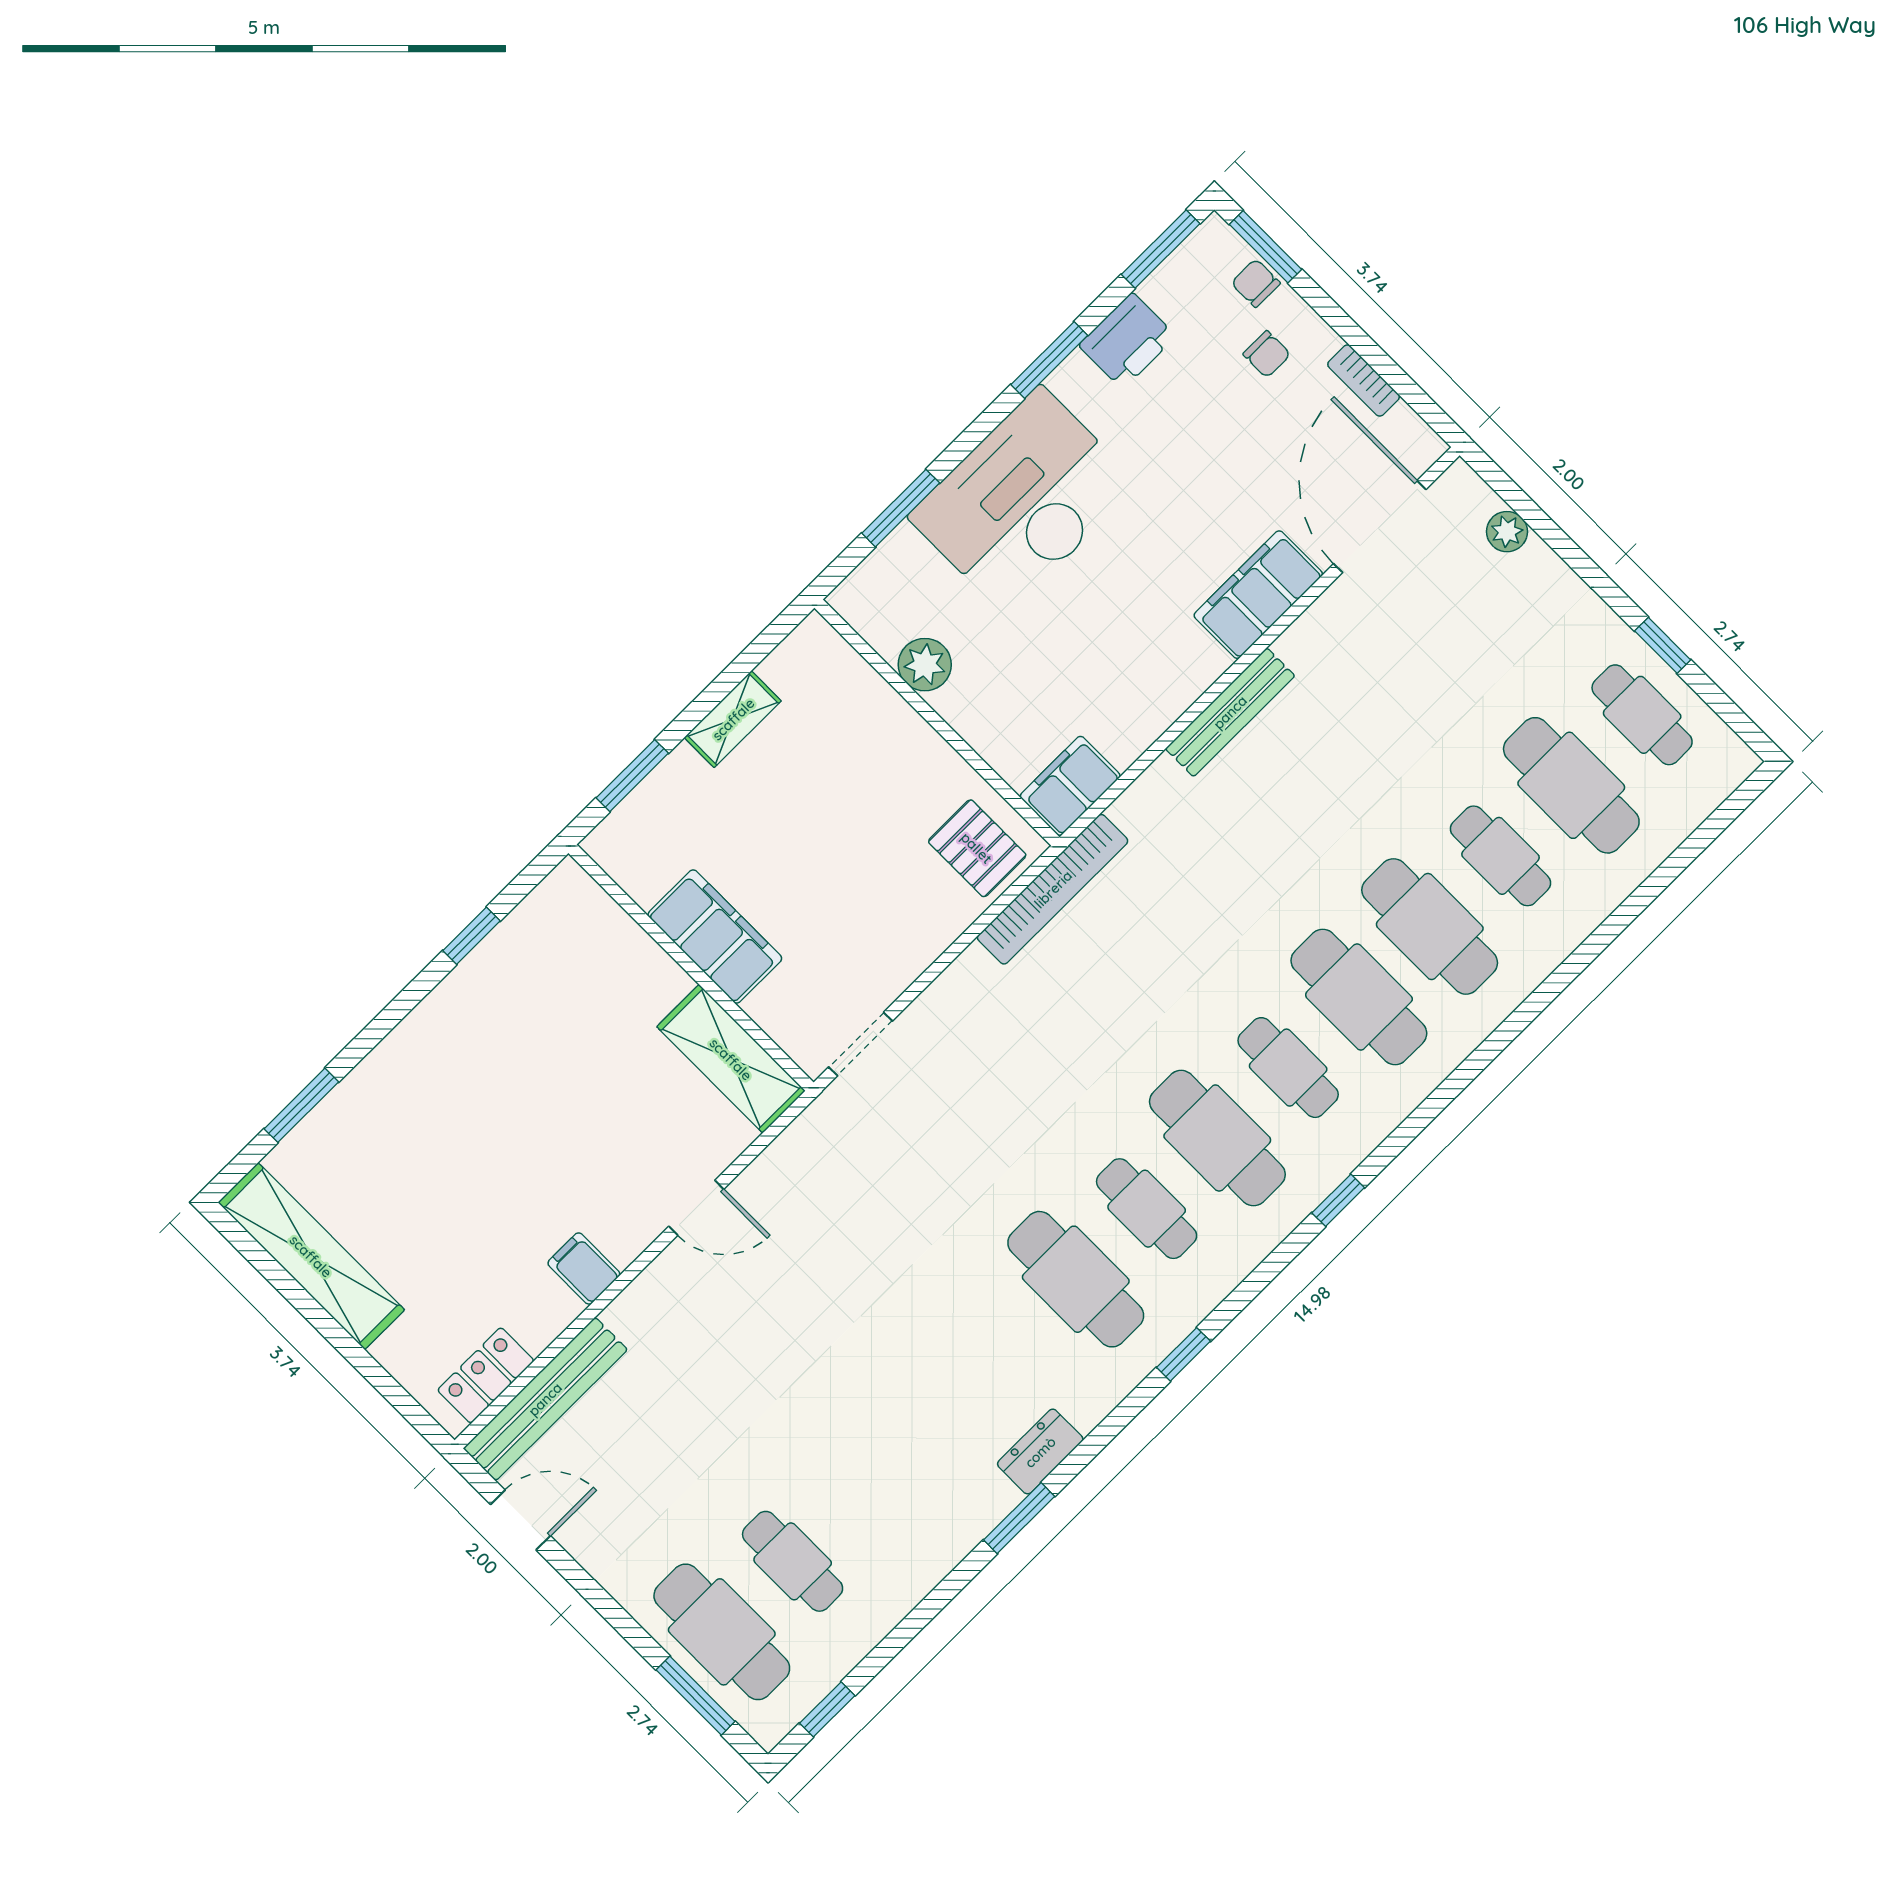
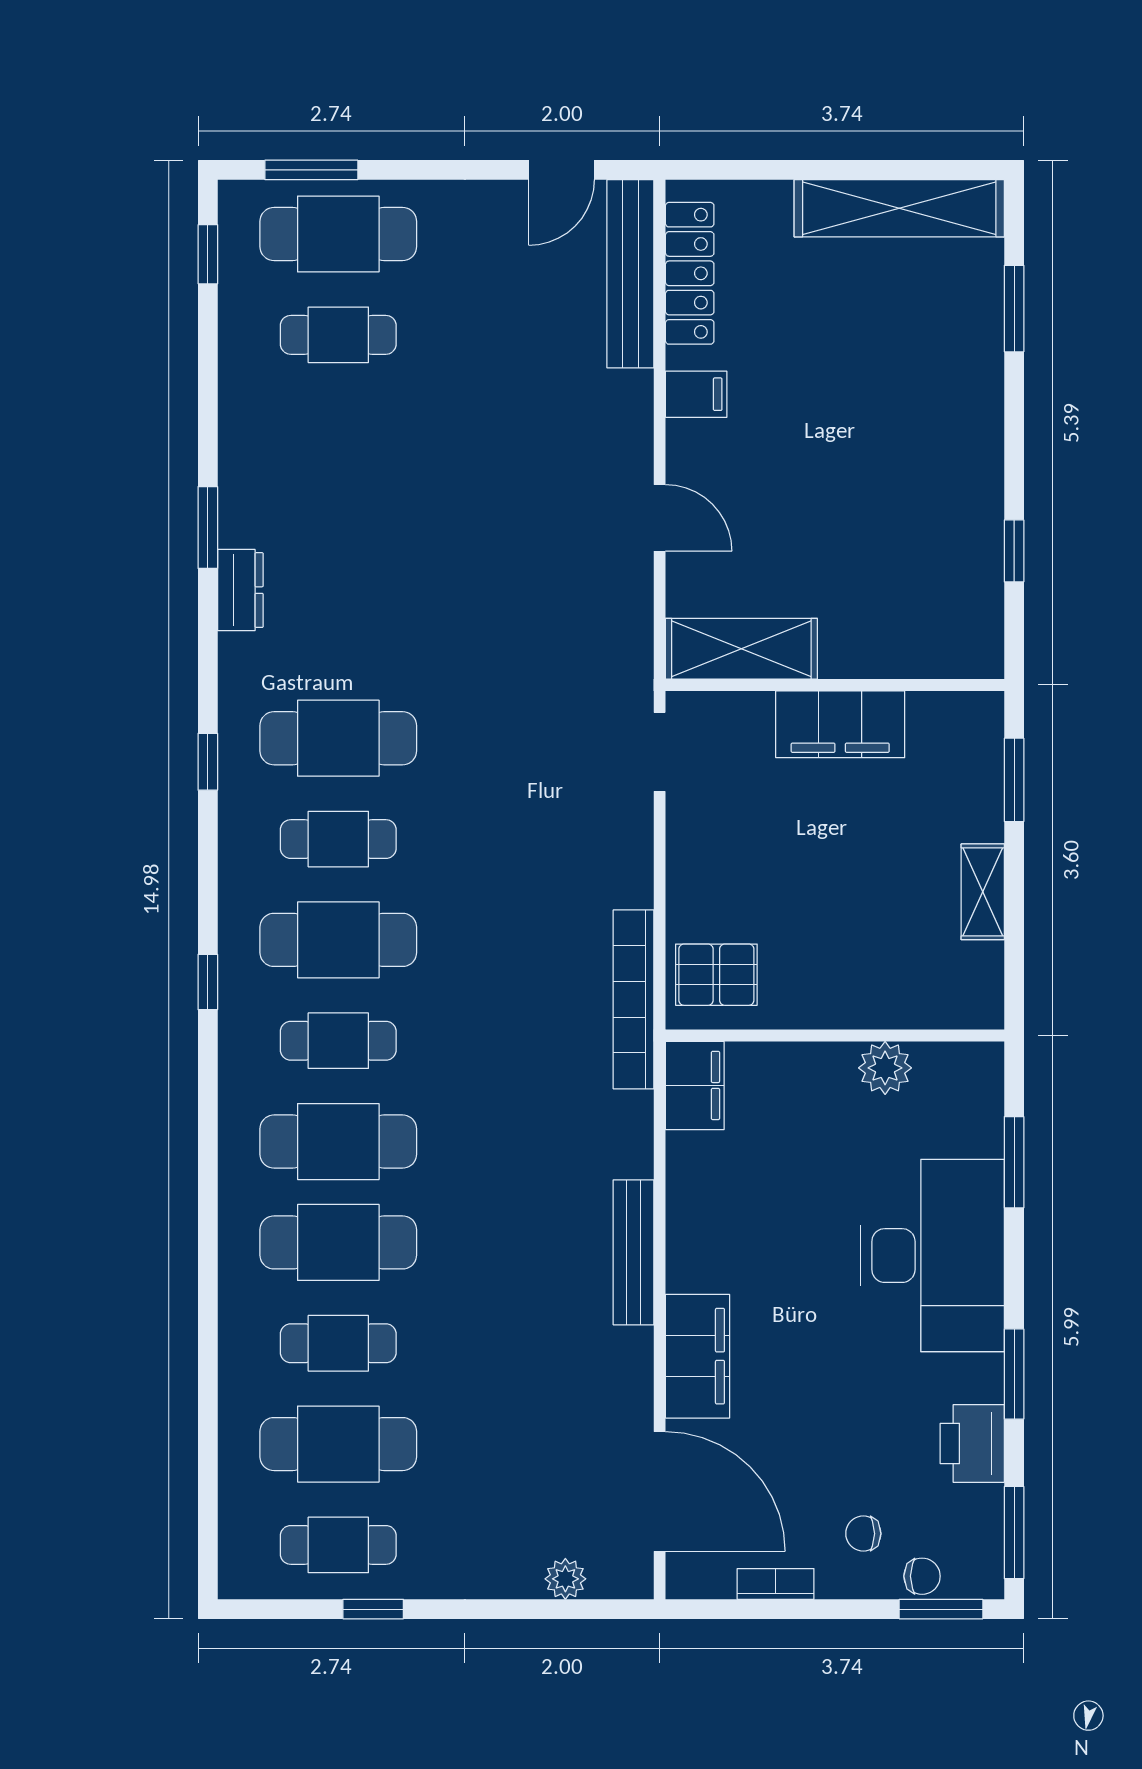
door: (696, 1208) -> (660, 518), swing flipped
locker: (486, 1375) -> (690, 273), width x1.53

